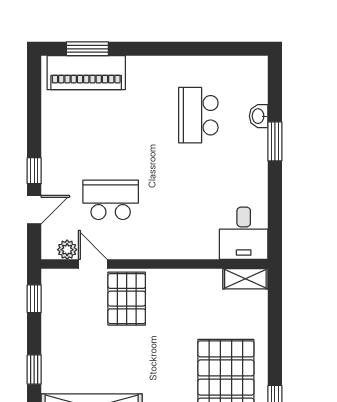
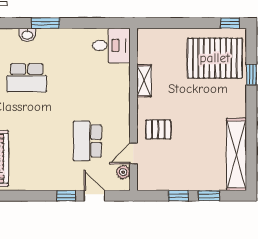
shelving: (245, 279) -> (144, 81), moved
window: (34, 299) -> (179, 196), moved
pallet: (127, 299) -> (158, 129), width x0.67, depth x0.71

